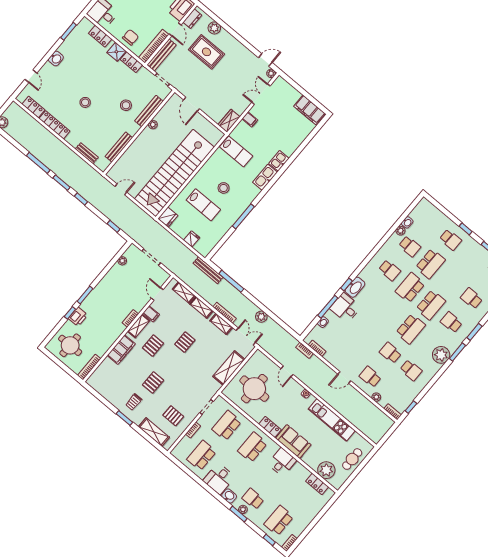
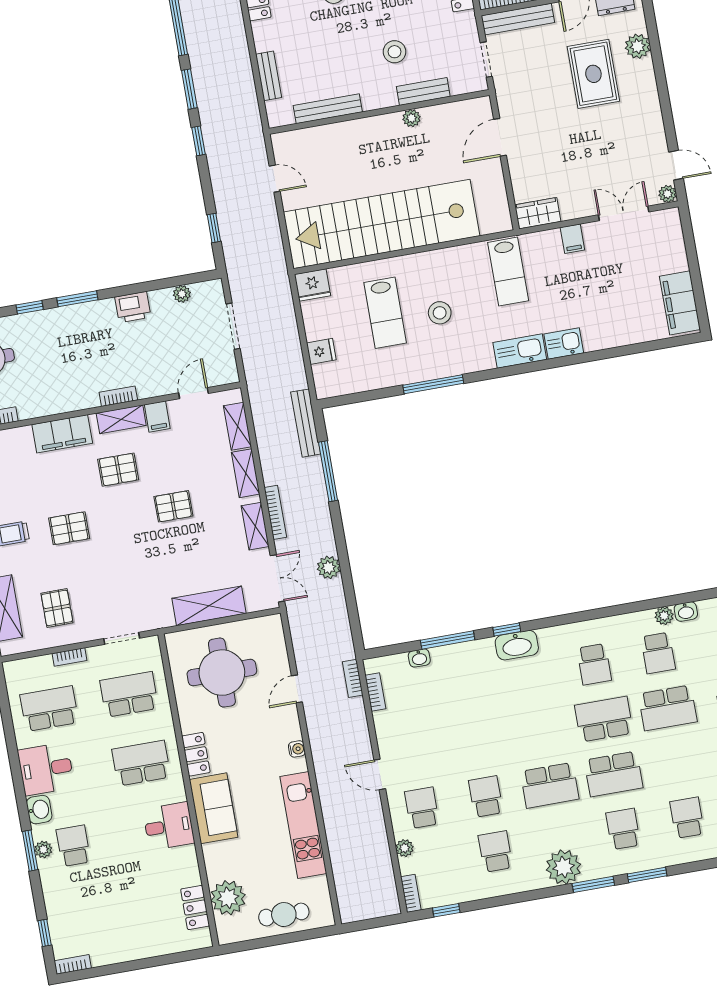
bench: (149, 111) -> (423, 92), width x0.73
desk: (345, 308) -> (474, 665), removed
printer: (78, 317) -> (133, 307), moved
school desk: (411, 370) -> (495, 851), turned 180
school desk: (279, 520) -> (86, 915), removed

